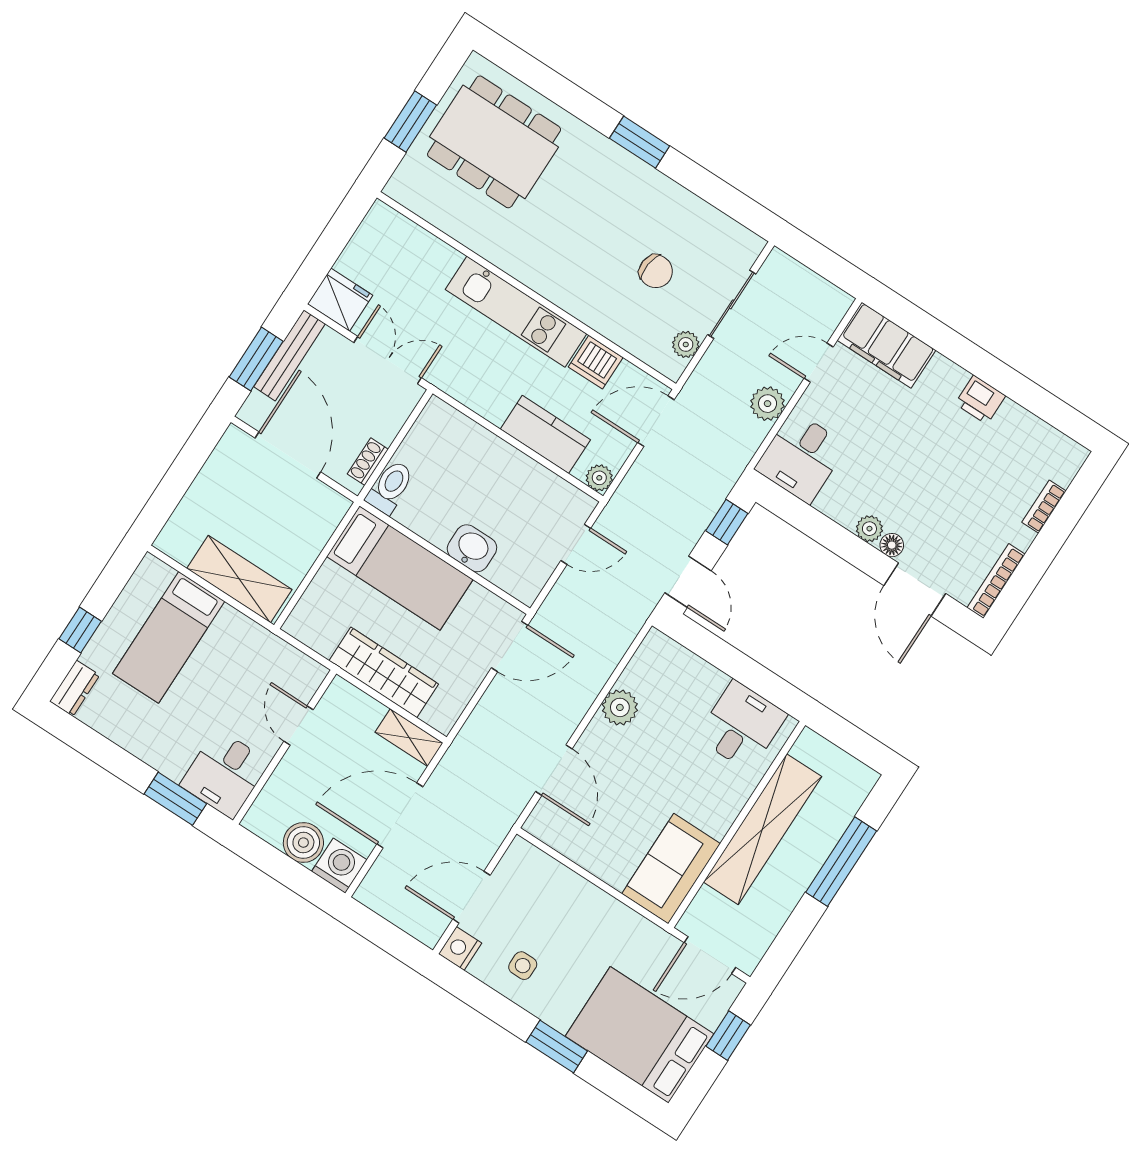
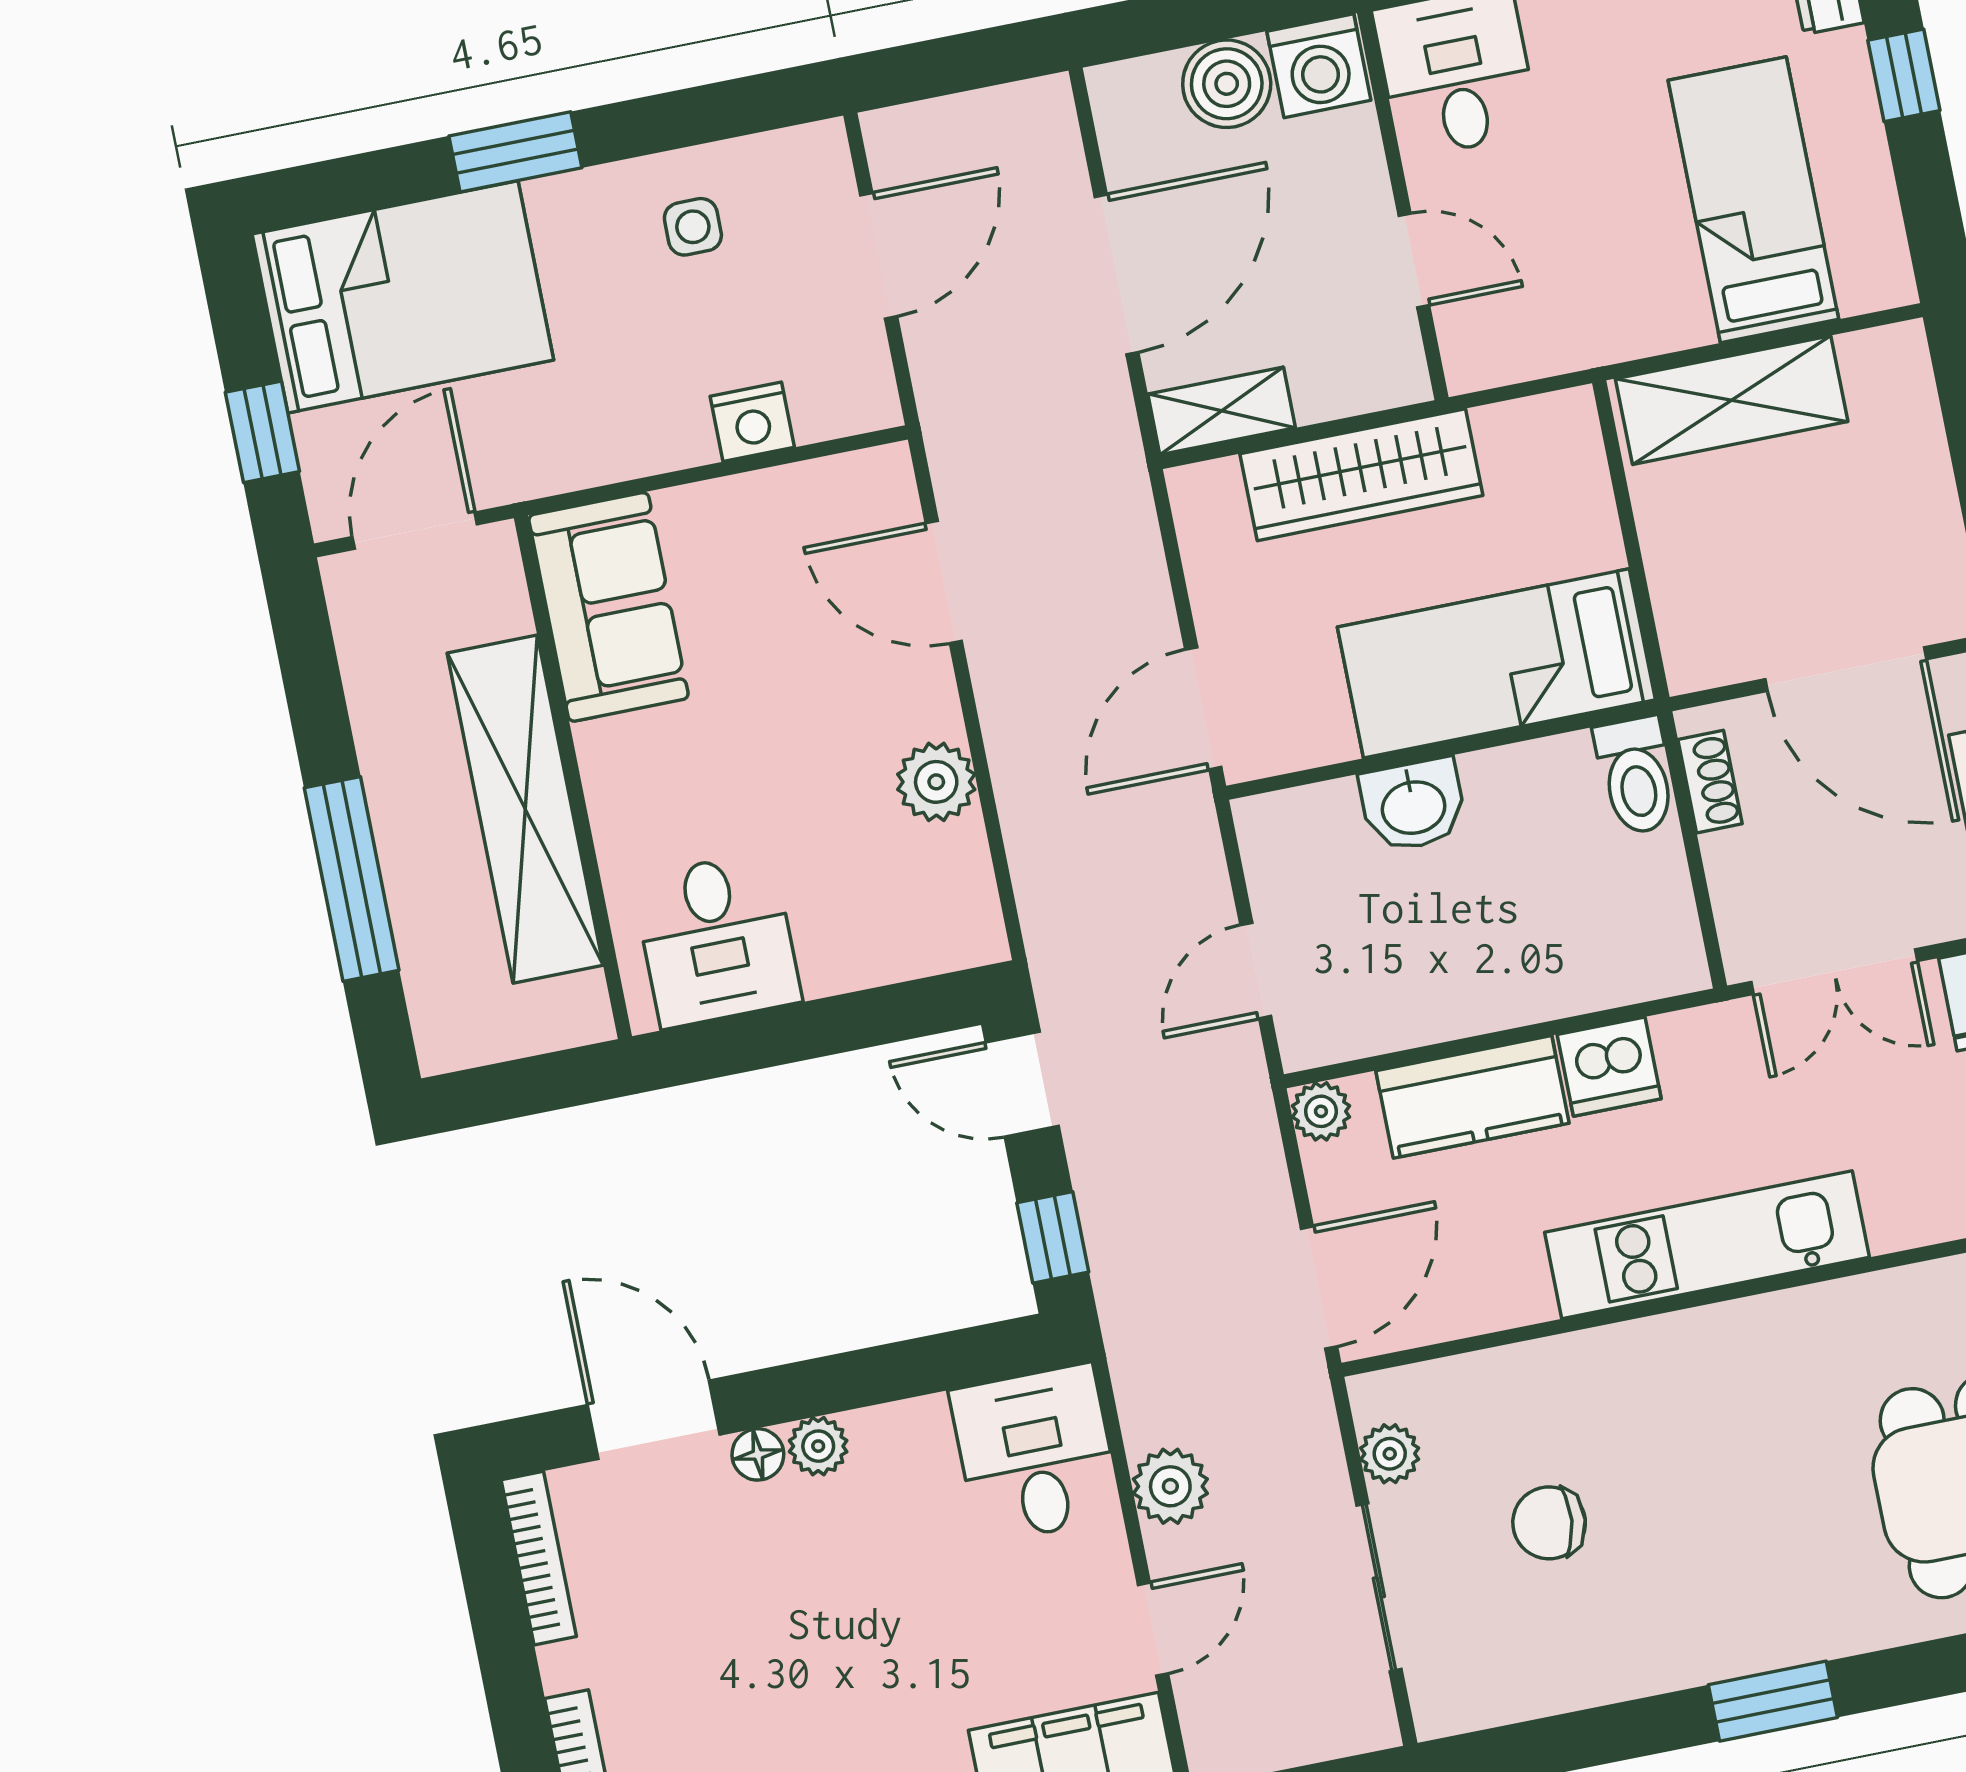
dishwasher: (596, 362) -> (1609, 1067), moved, turned 180
washing machine: (339, 866) -> (1319, 66), moved
nightstand: (460, 948) -> (752, 422), moved, turned 90

